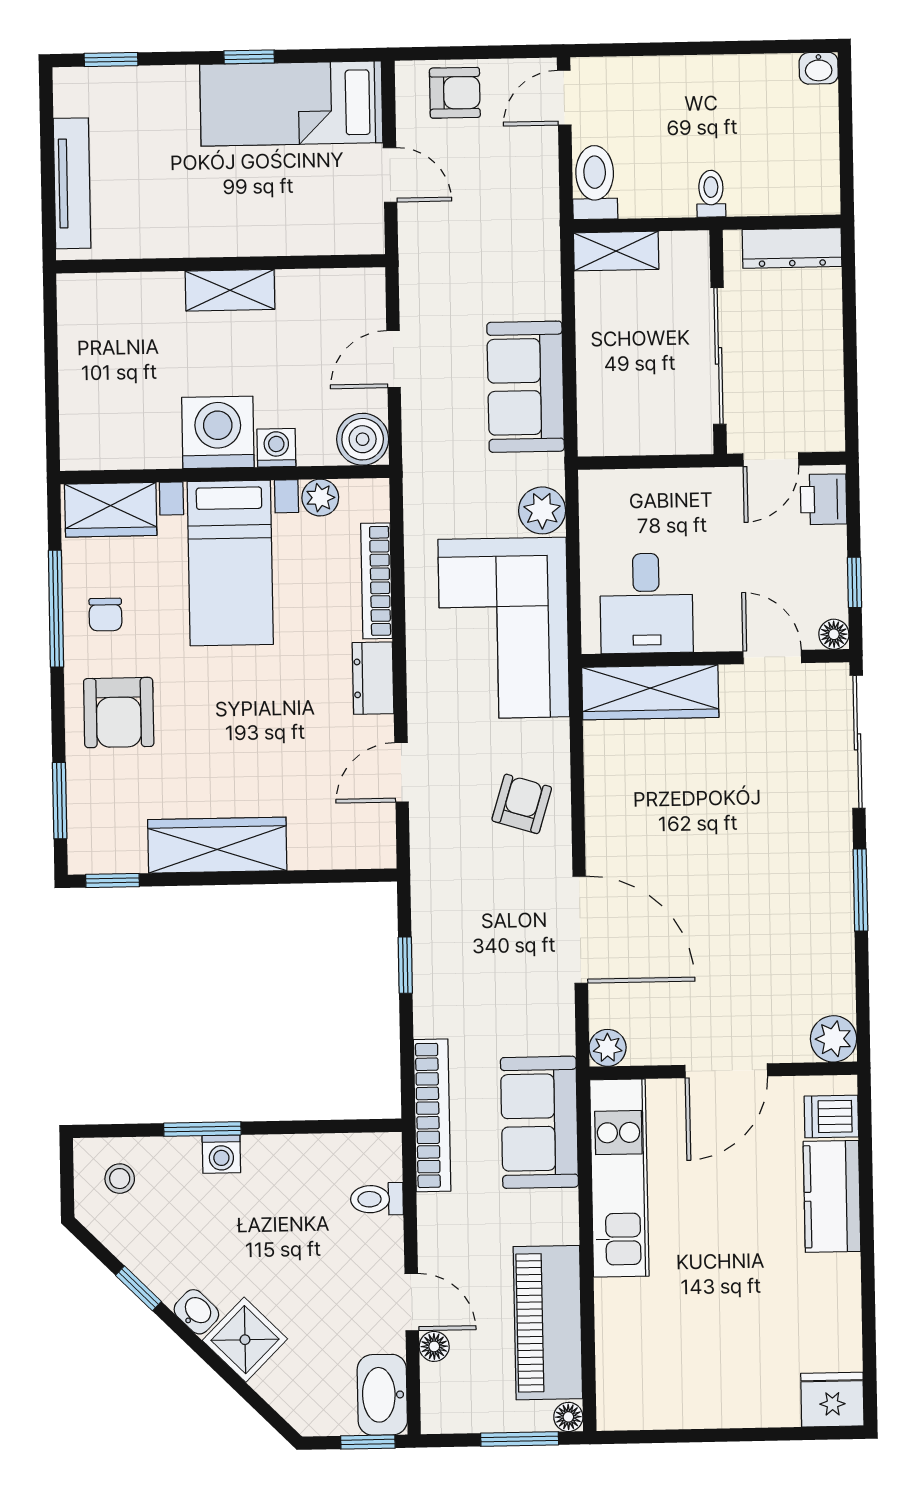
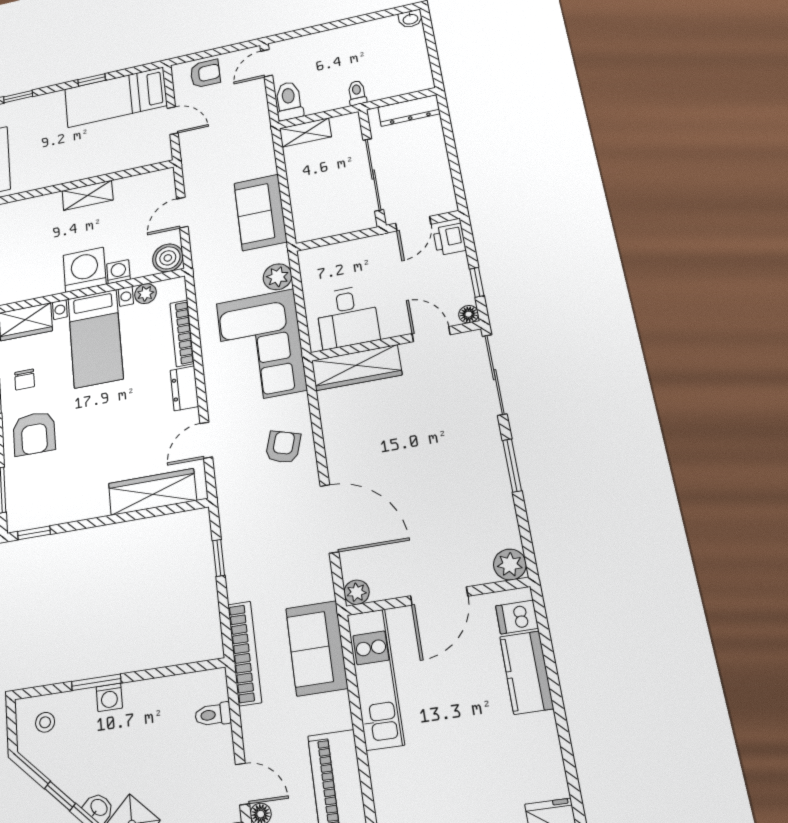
wardrobe: (217, 845) -> (152, 492), moved

